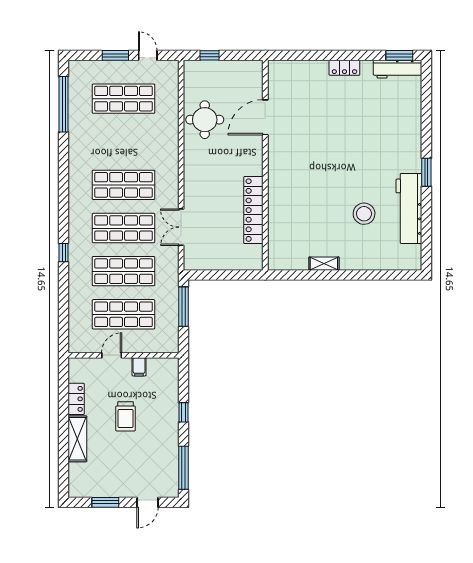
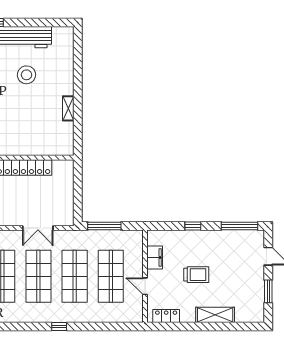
filing cabinet: (139, 367) -> (155, 257), width x2.00
locker: (76, 399) -> (166, 316), moved

